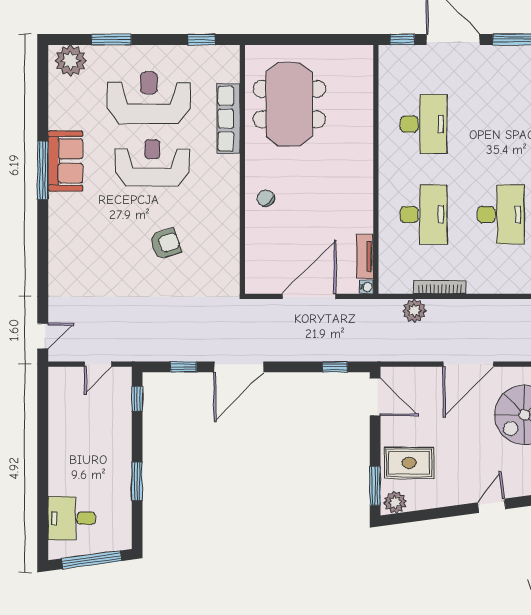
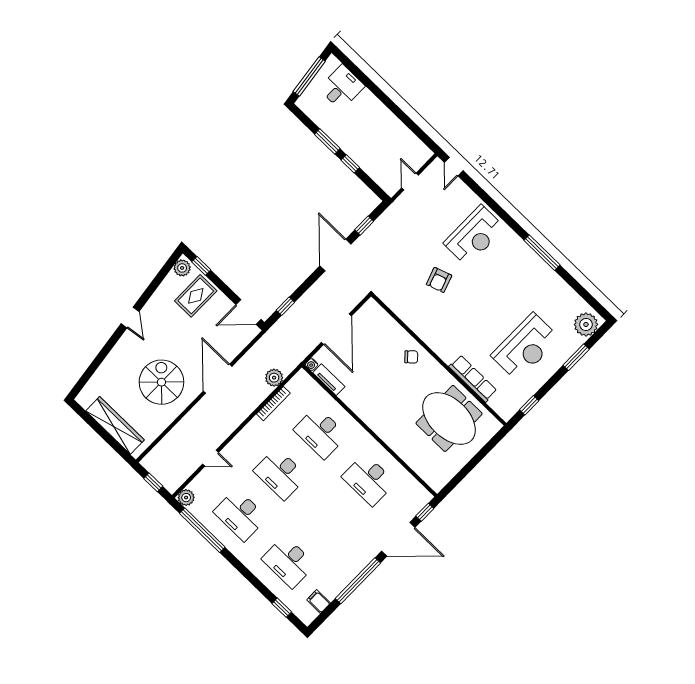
sofa: (65, 161) -> (535, 270), removed
reception desk: (152, 163) -> (474, 235), moved
window: (137, 399) -> (350, 164), moved
window: (375, 486) -> (201, 266), width x0.67

